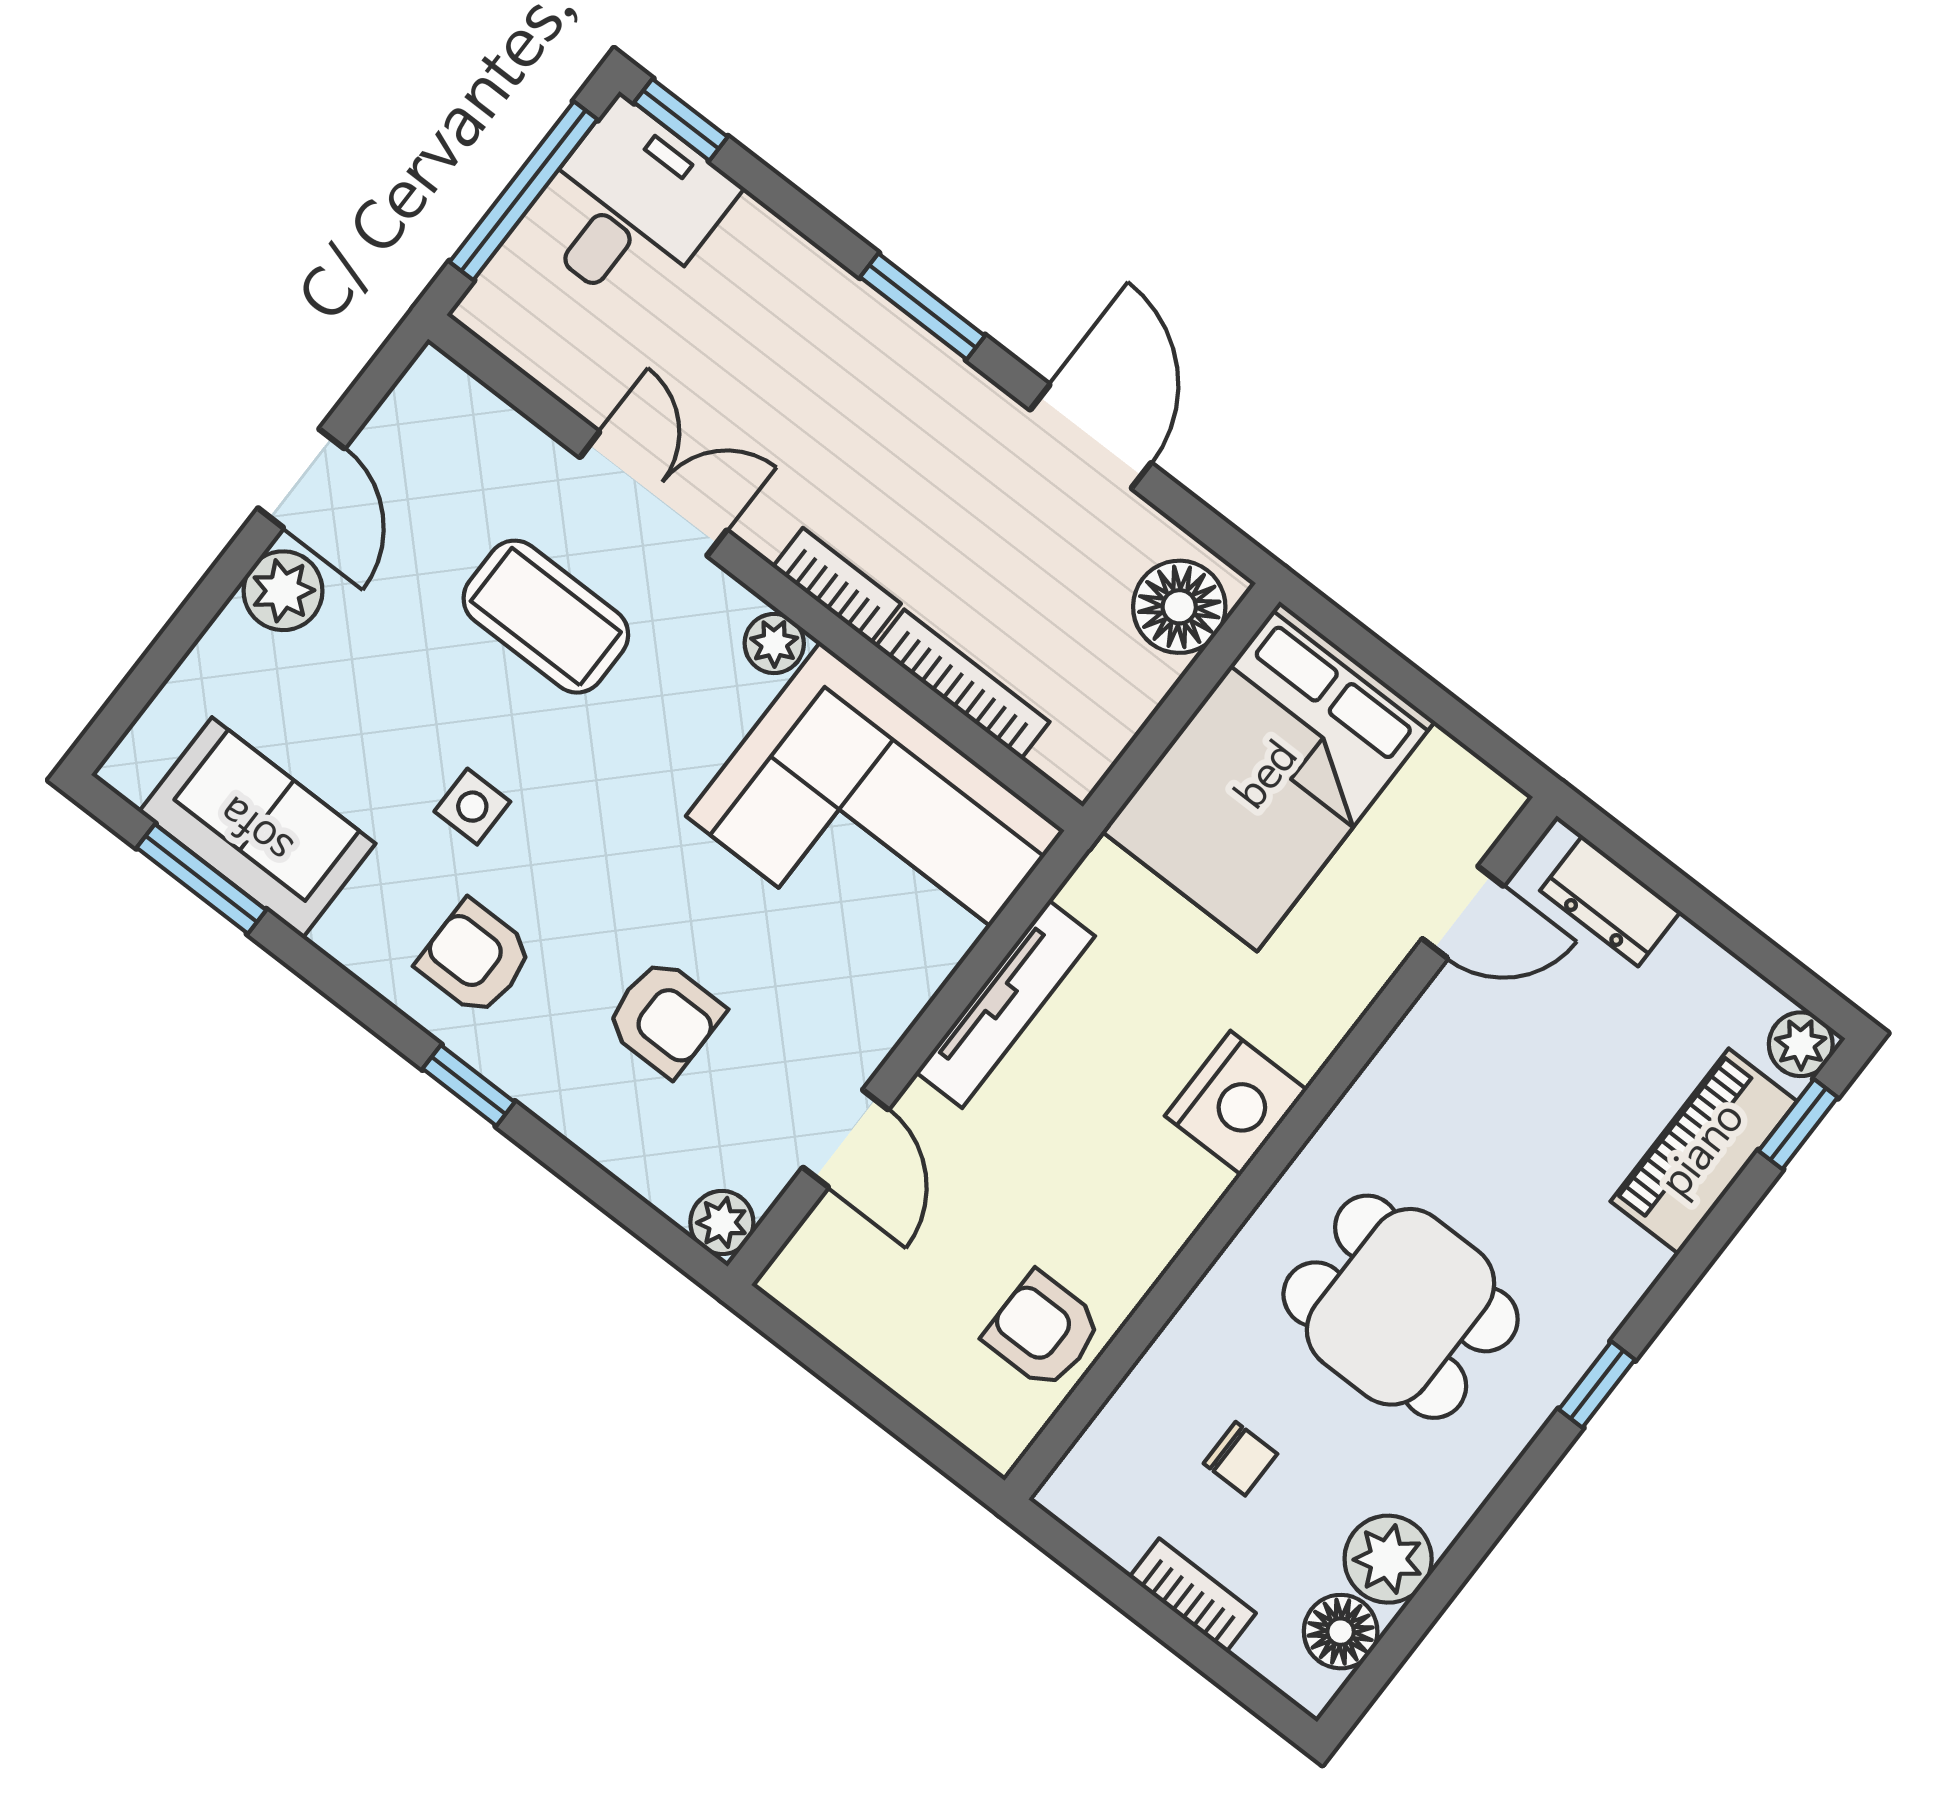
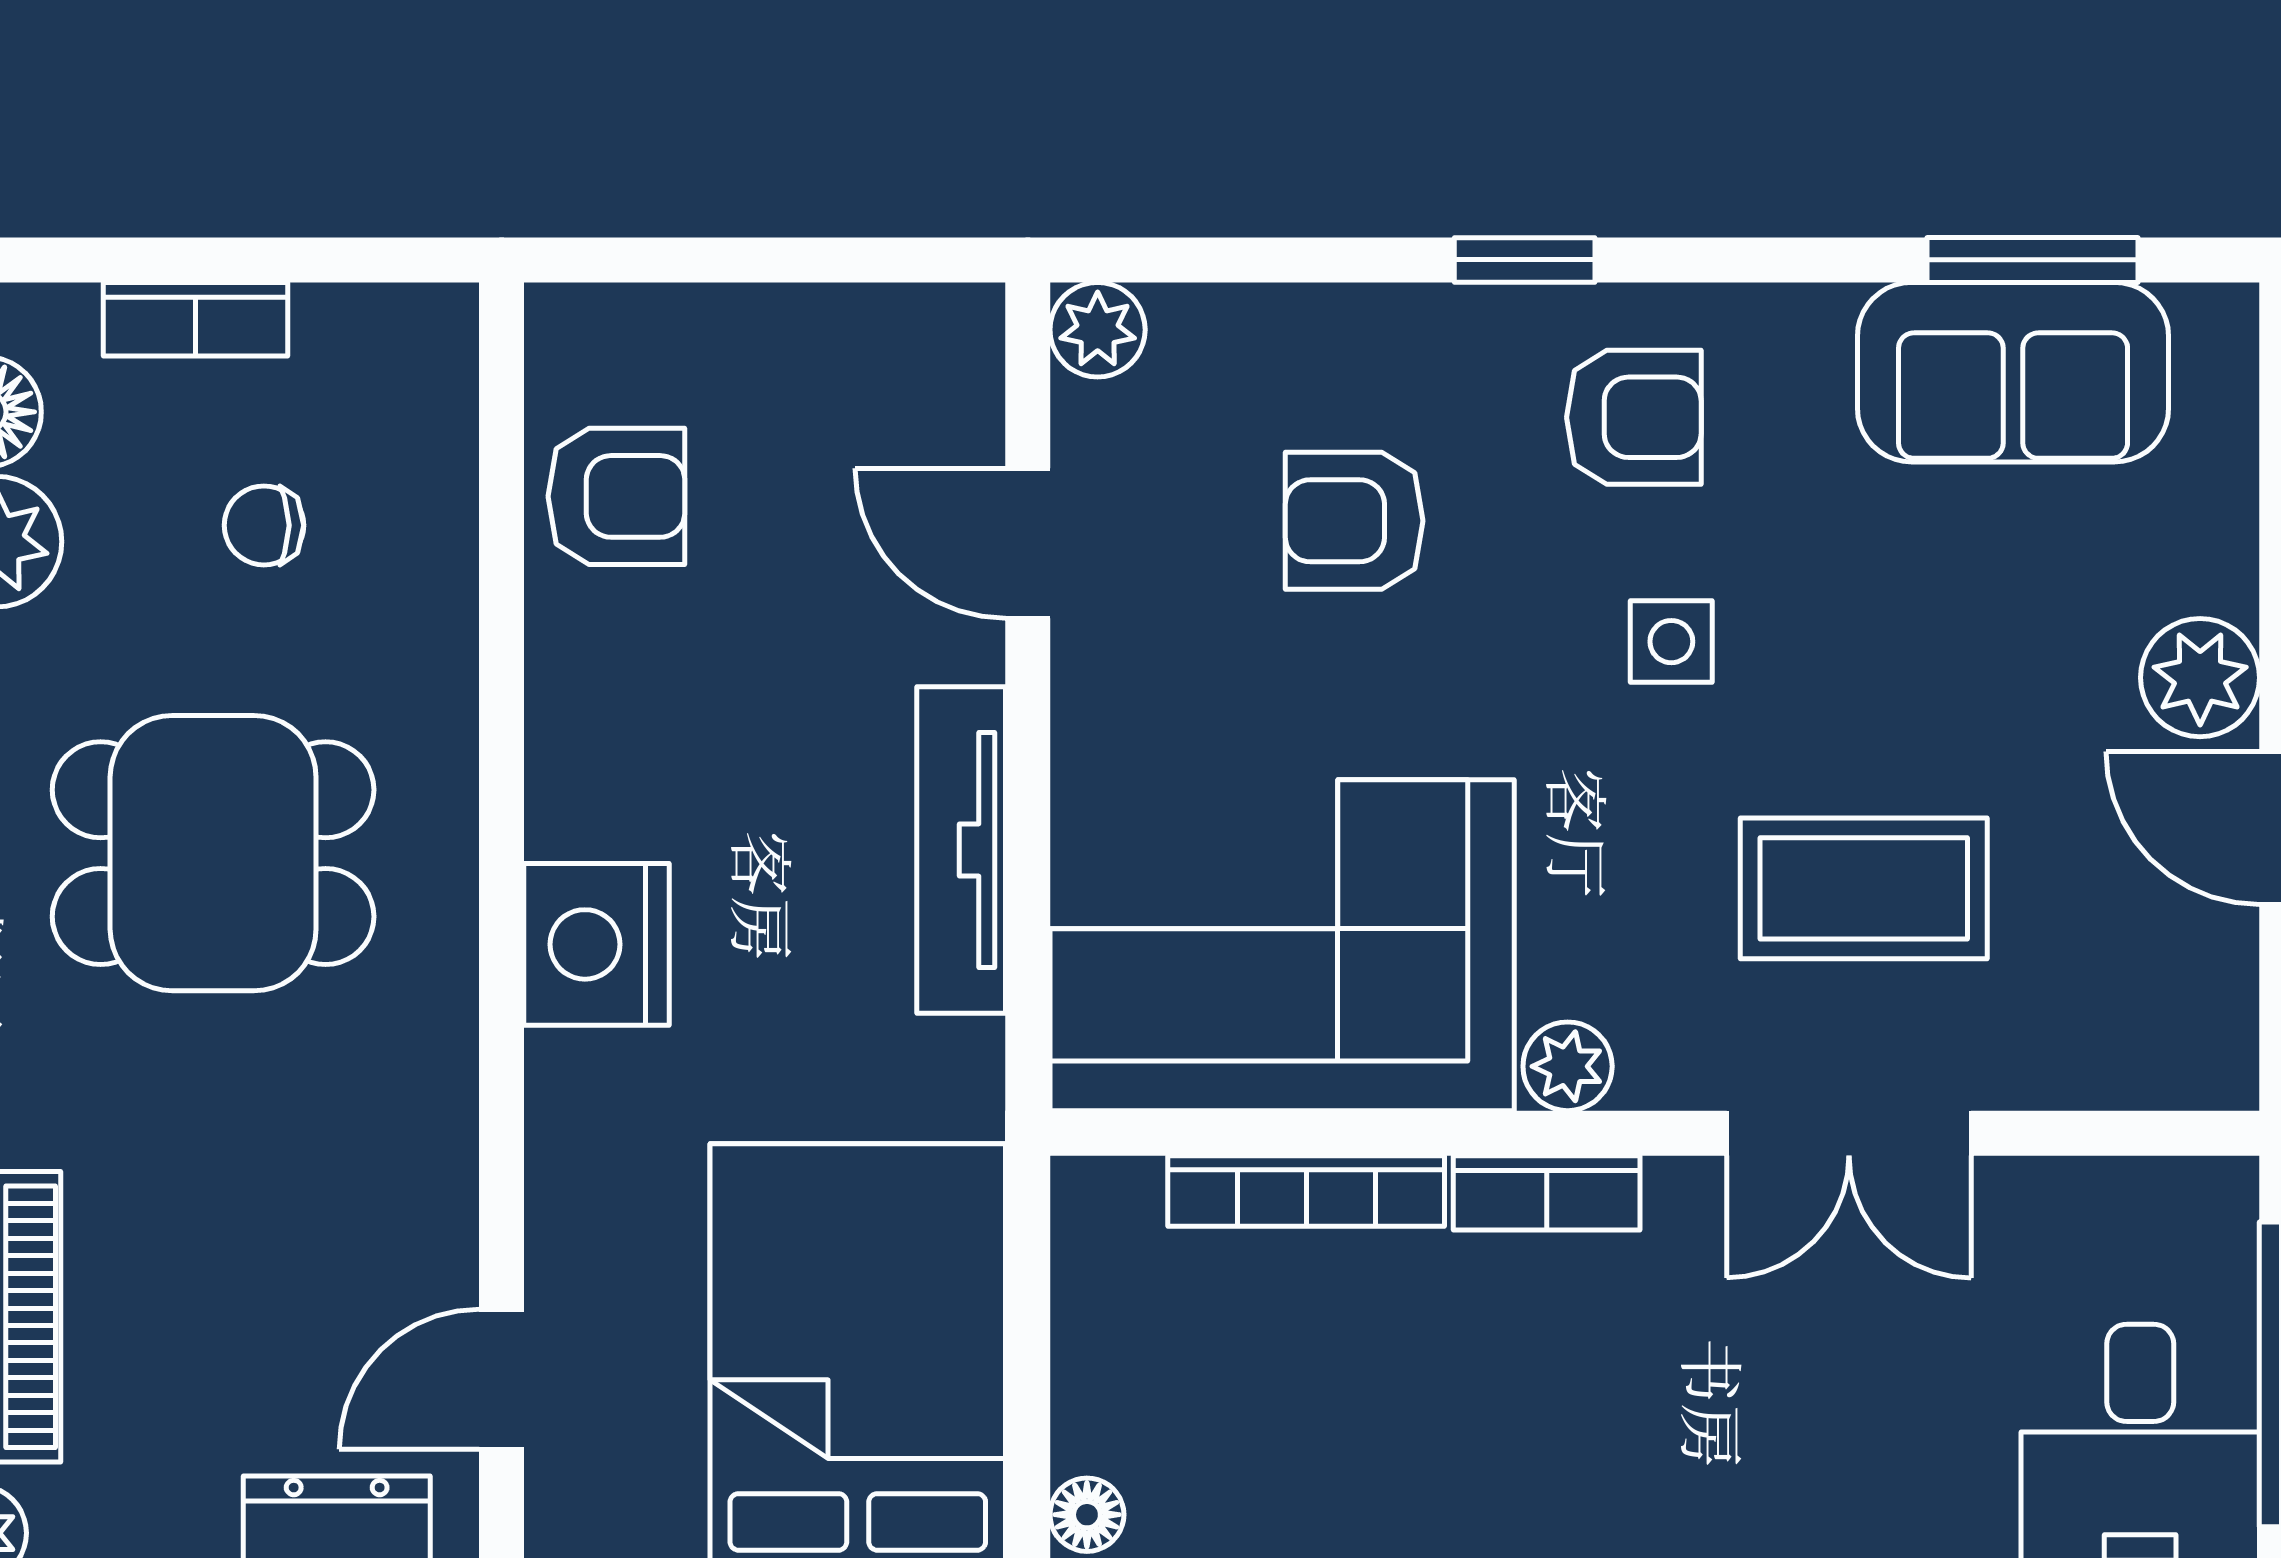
floor lamp: (1179, 607) -> (1087, 1515), width x0.53, depth x0.53
side table: (472, 807) -> (1671, 642), moved

